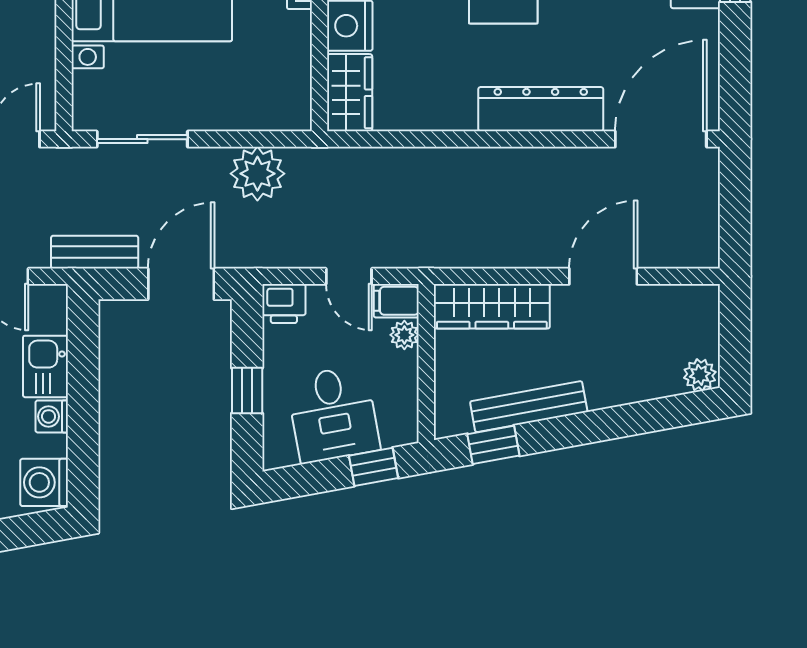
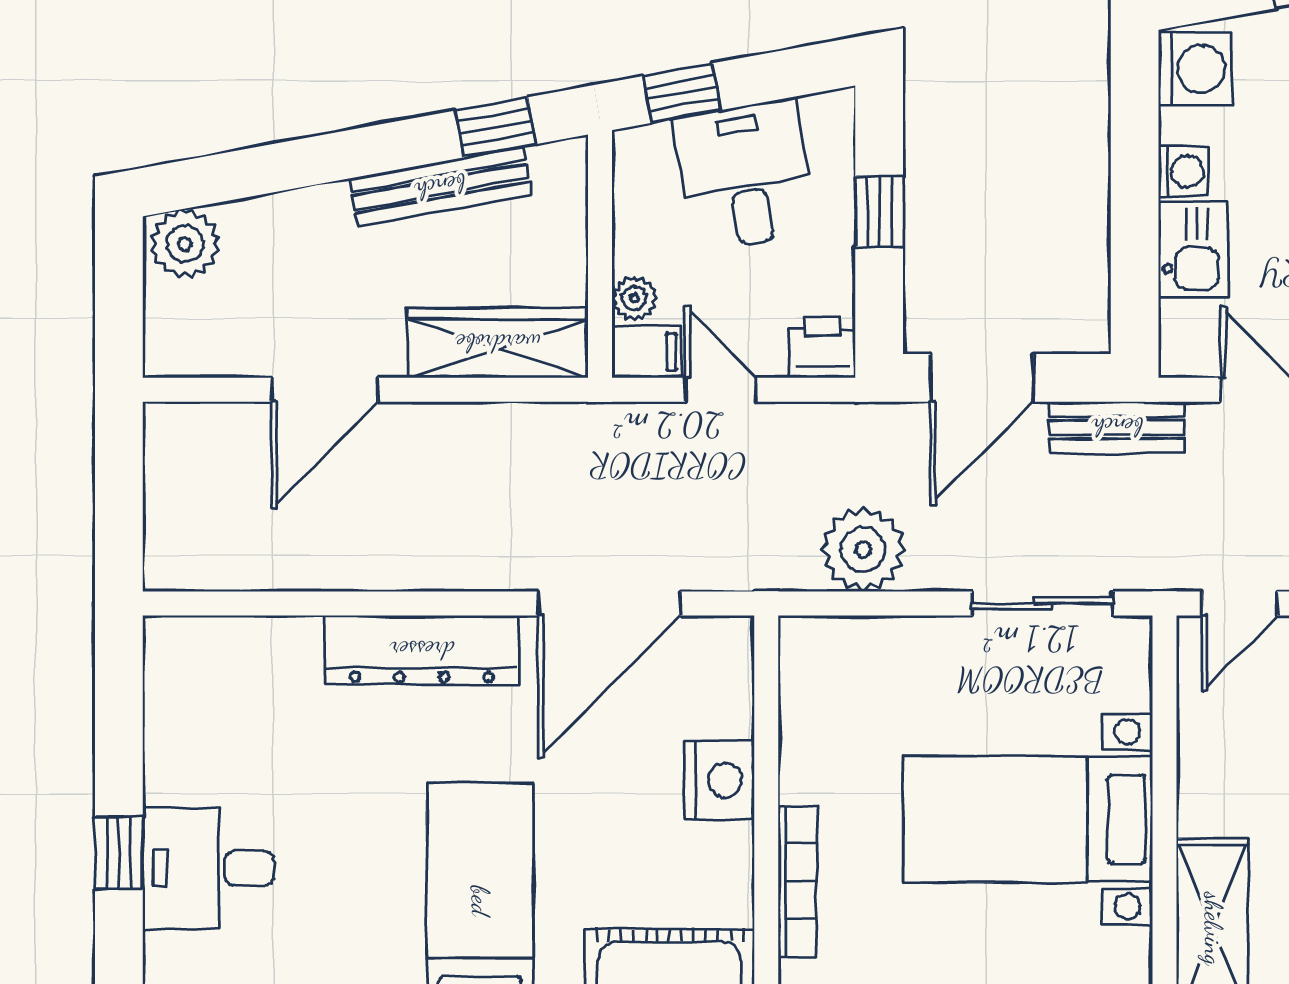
wardrobe: (350, 93) -> (719, 676), removed
door: (661, 139) -> (609, 604), moved
plant: (700, 375) -> (185, 244), width x1.38, depth x1.38

